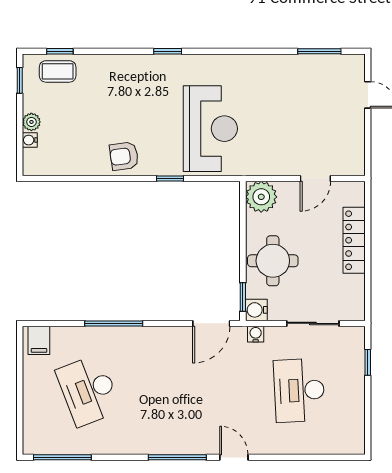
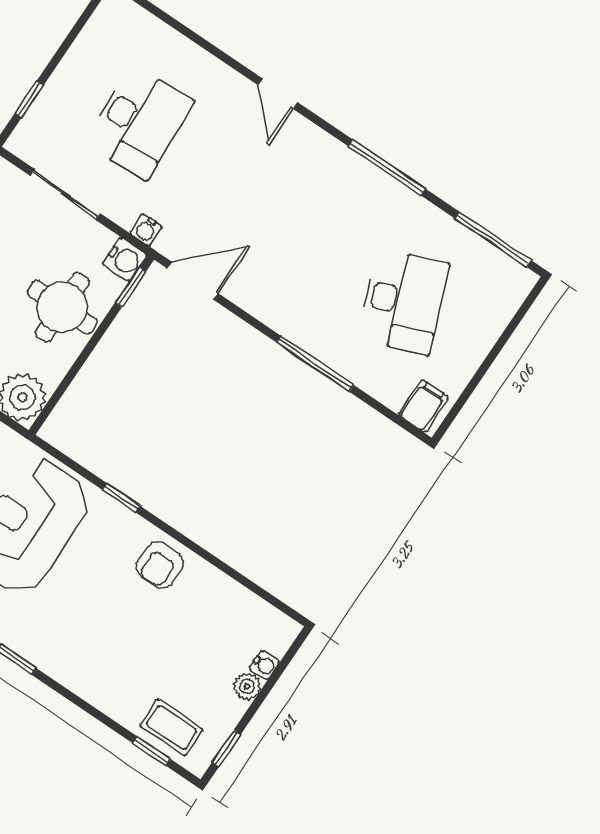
armchair: (124, 156) -> (160, 565), turned 98
window: (177, 457) -> (387, 167), moved

